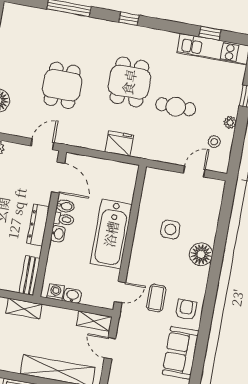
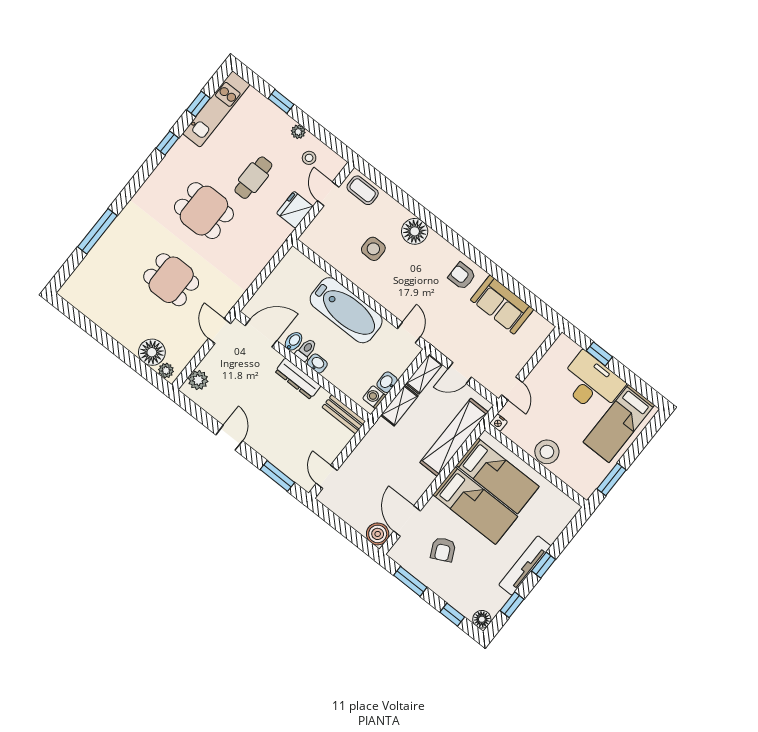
window: (129, 19) -> (167, 143), moved
fridge: (119, 143) -> (295, 210), moved
coffee table: (156, 298) -> (363, 190), moved
shelving: (24, 309) -> (399, 406), moved

